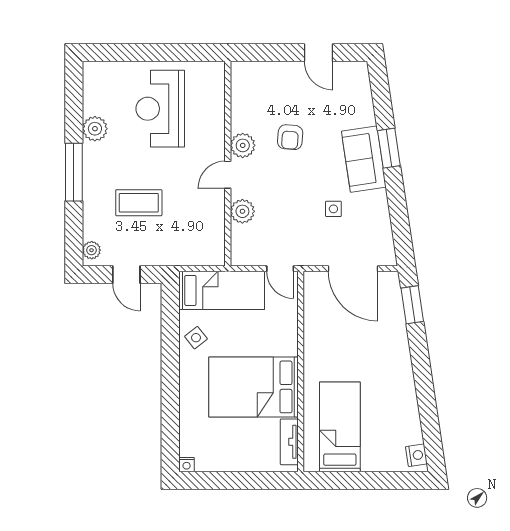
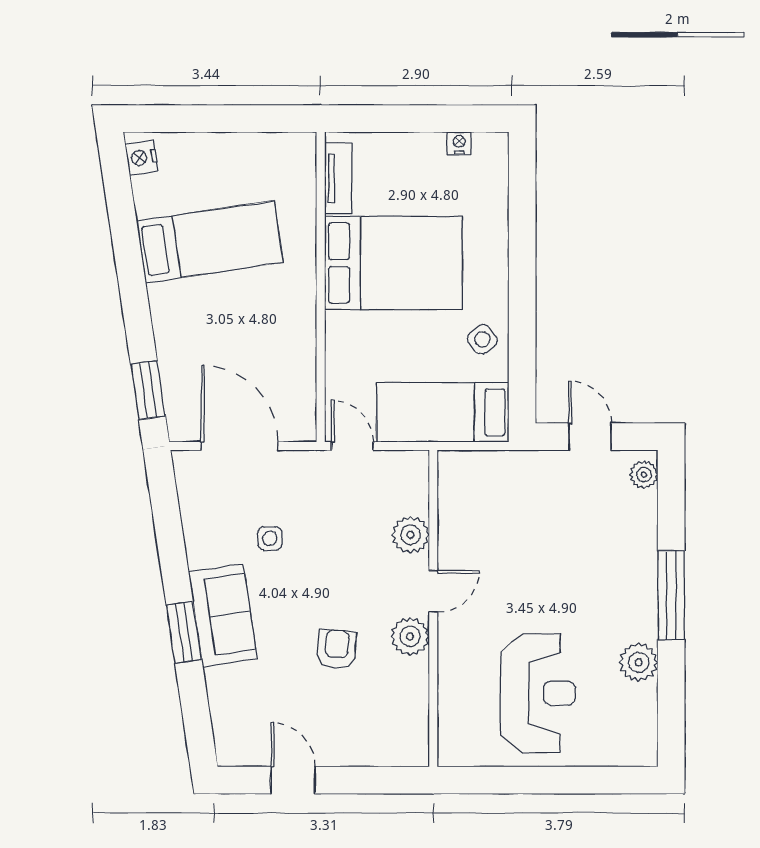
coffee table: (139, 203) -> (571, 548), removed
bed: (340, 427) -> (210, 242), moved, turned -98
nightstand: (187, 465) -> (459, 143), moved

